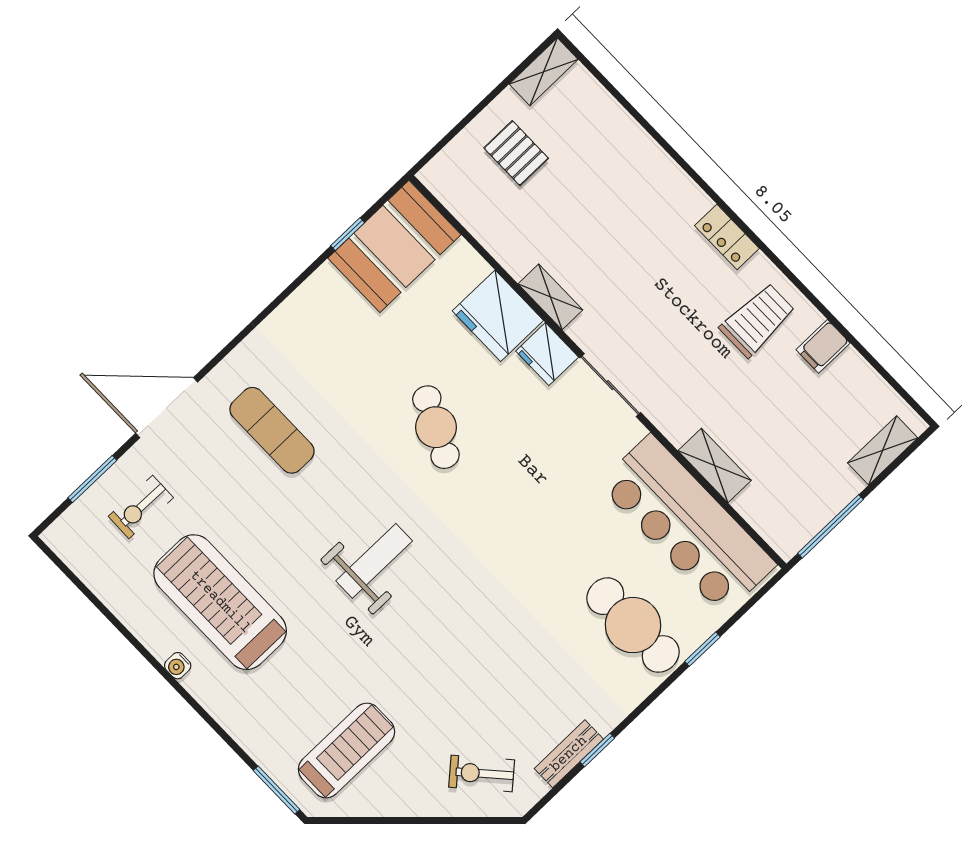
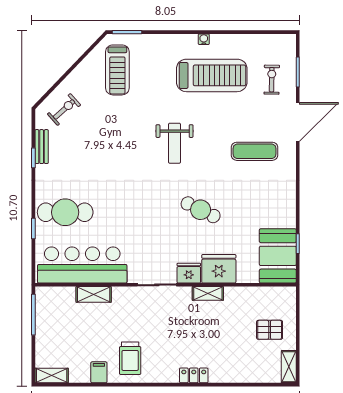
locker: (727, 237) -> (194, 375), moved
shelving: (883, 450) -> (52, 375), moved, turned 90

